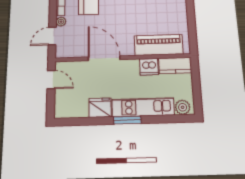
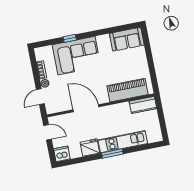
dishwasher: (149, 67) -> (62, 154), moved, turned 180
plant: (183, 107) -> (153, 137), removed

